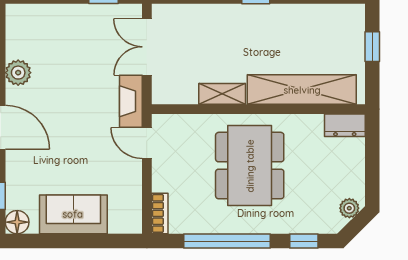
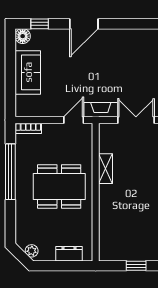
plant: (18, 73) -> (119, 37), removed
shelving: (302, 90) -> (108, 220), removed
dresser: (345, 125) -> (69, 254), moved, turned 90
window: (304, 241) -> (10, 222), removed

